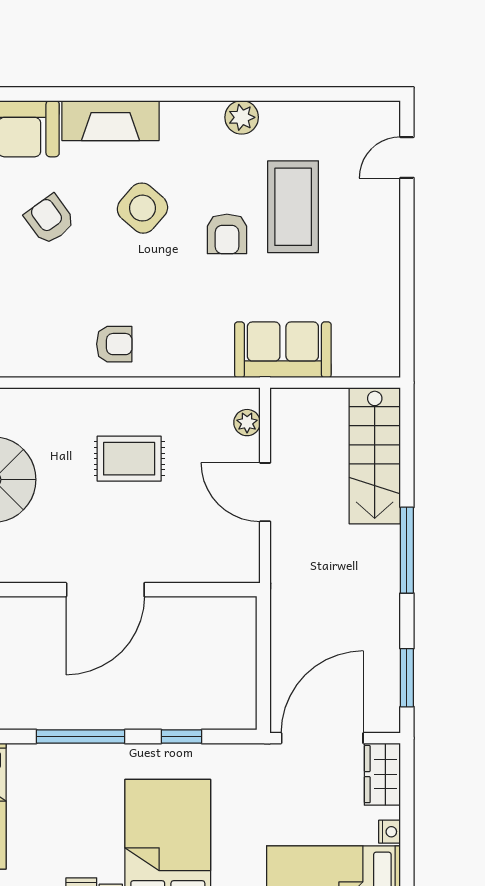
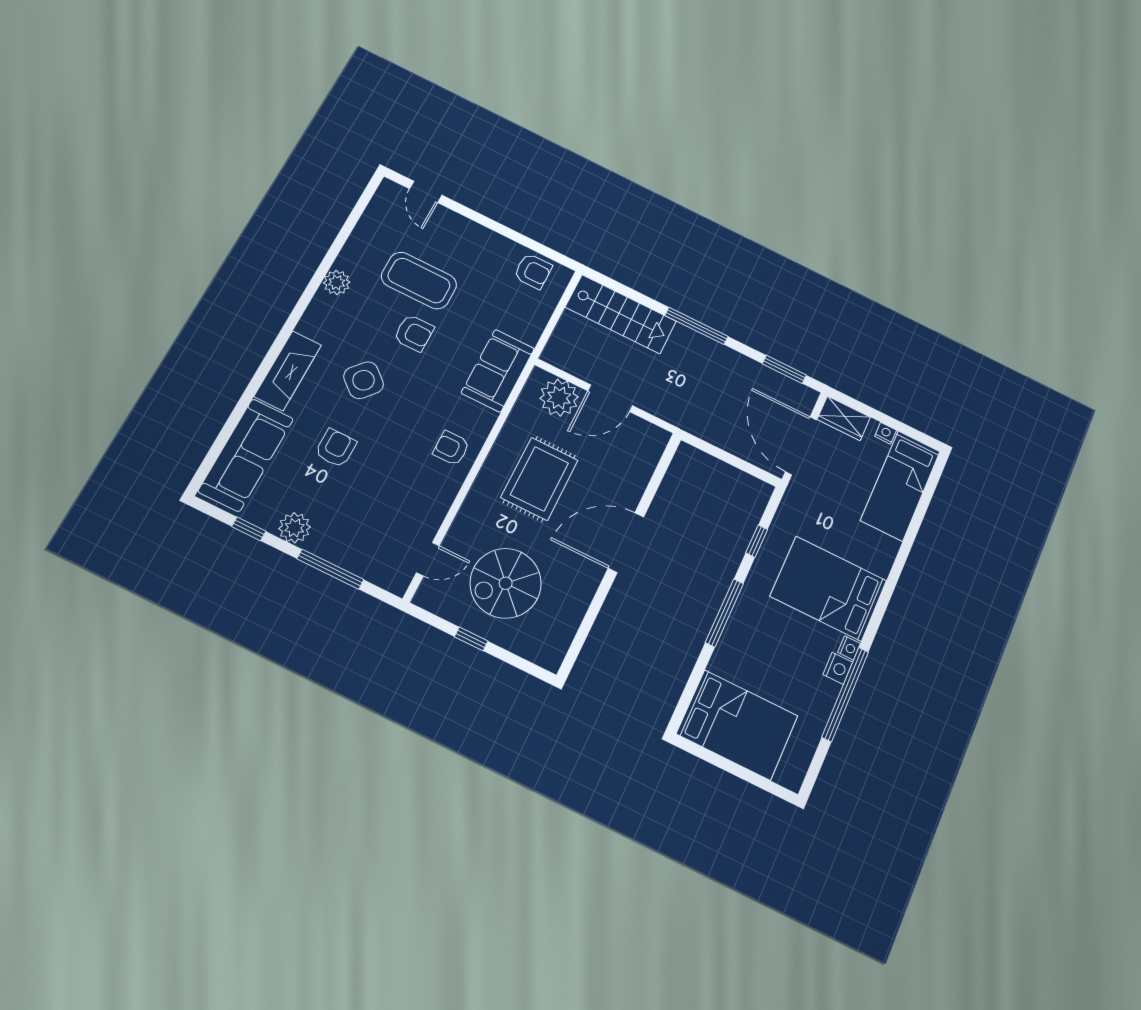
armchair: (50, 219) -> (336, 448), turned 126
armchair: (374, 329) -> (533, 271), added
armchair: (114, 344) -> (451, 448), turned -90
sofa: (283, 350) -> (498, 371), moved
plant: (247, 423) -> (559, 398), width x1.88, depth x1.88
rug: (129, 459) -> (539, 479), width x1.36, depth x1.43
door: (105, 590) -> (626, 542), swing flipped

